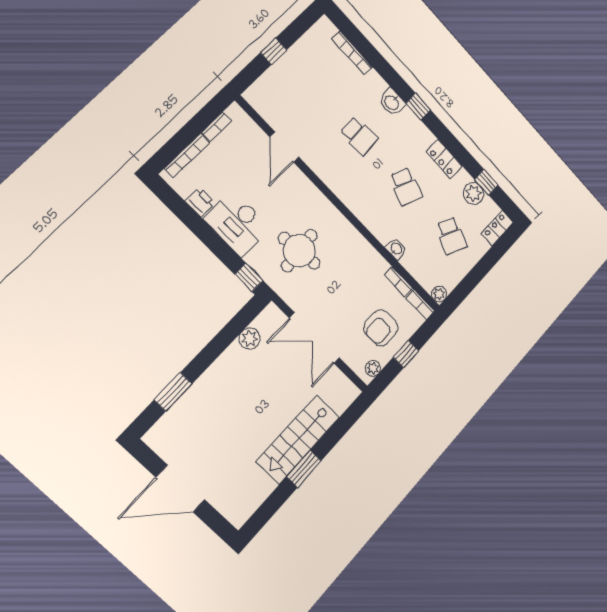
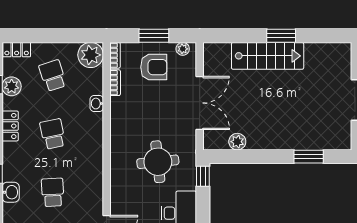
school desk: (406, 186) -> (53, 134), turned -33
school desk: (451, 236) -> (53, 76), turned -42
plant: (439, 294) -> (91, 55), width x1.87, depth x1.87
window: (406, 354) -> (154, 36), width x1.50

